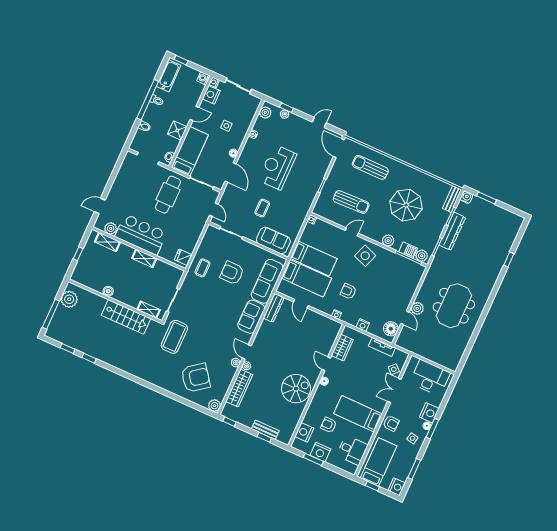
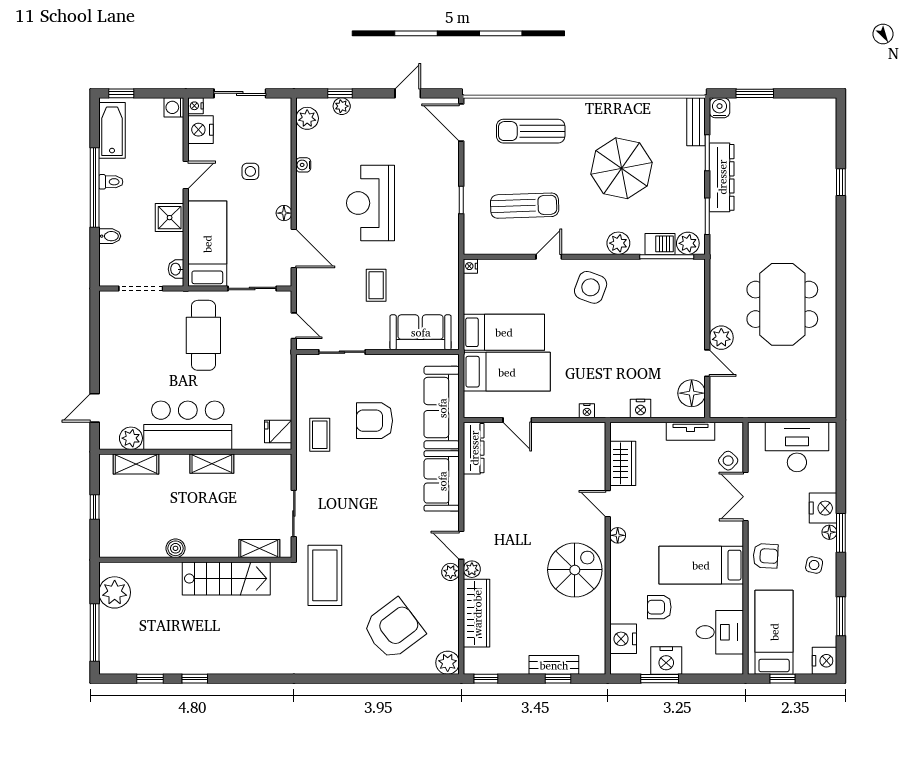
armchair: (348, 291) -> (589, 362), removed

